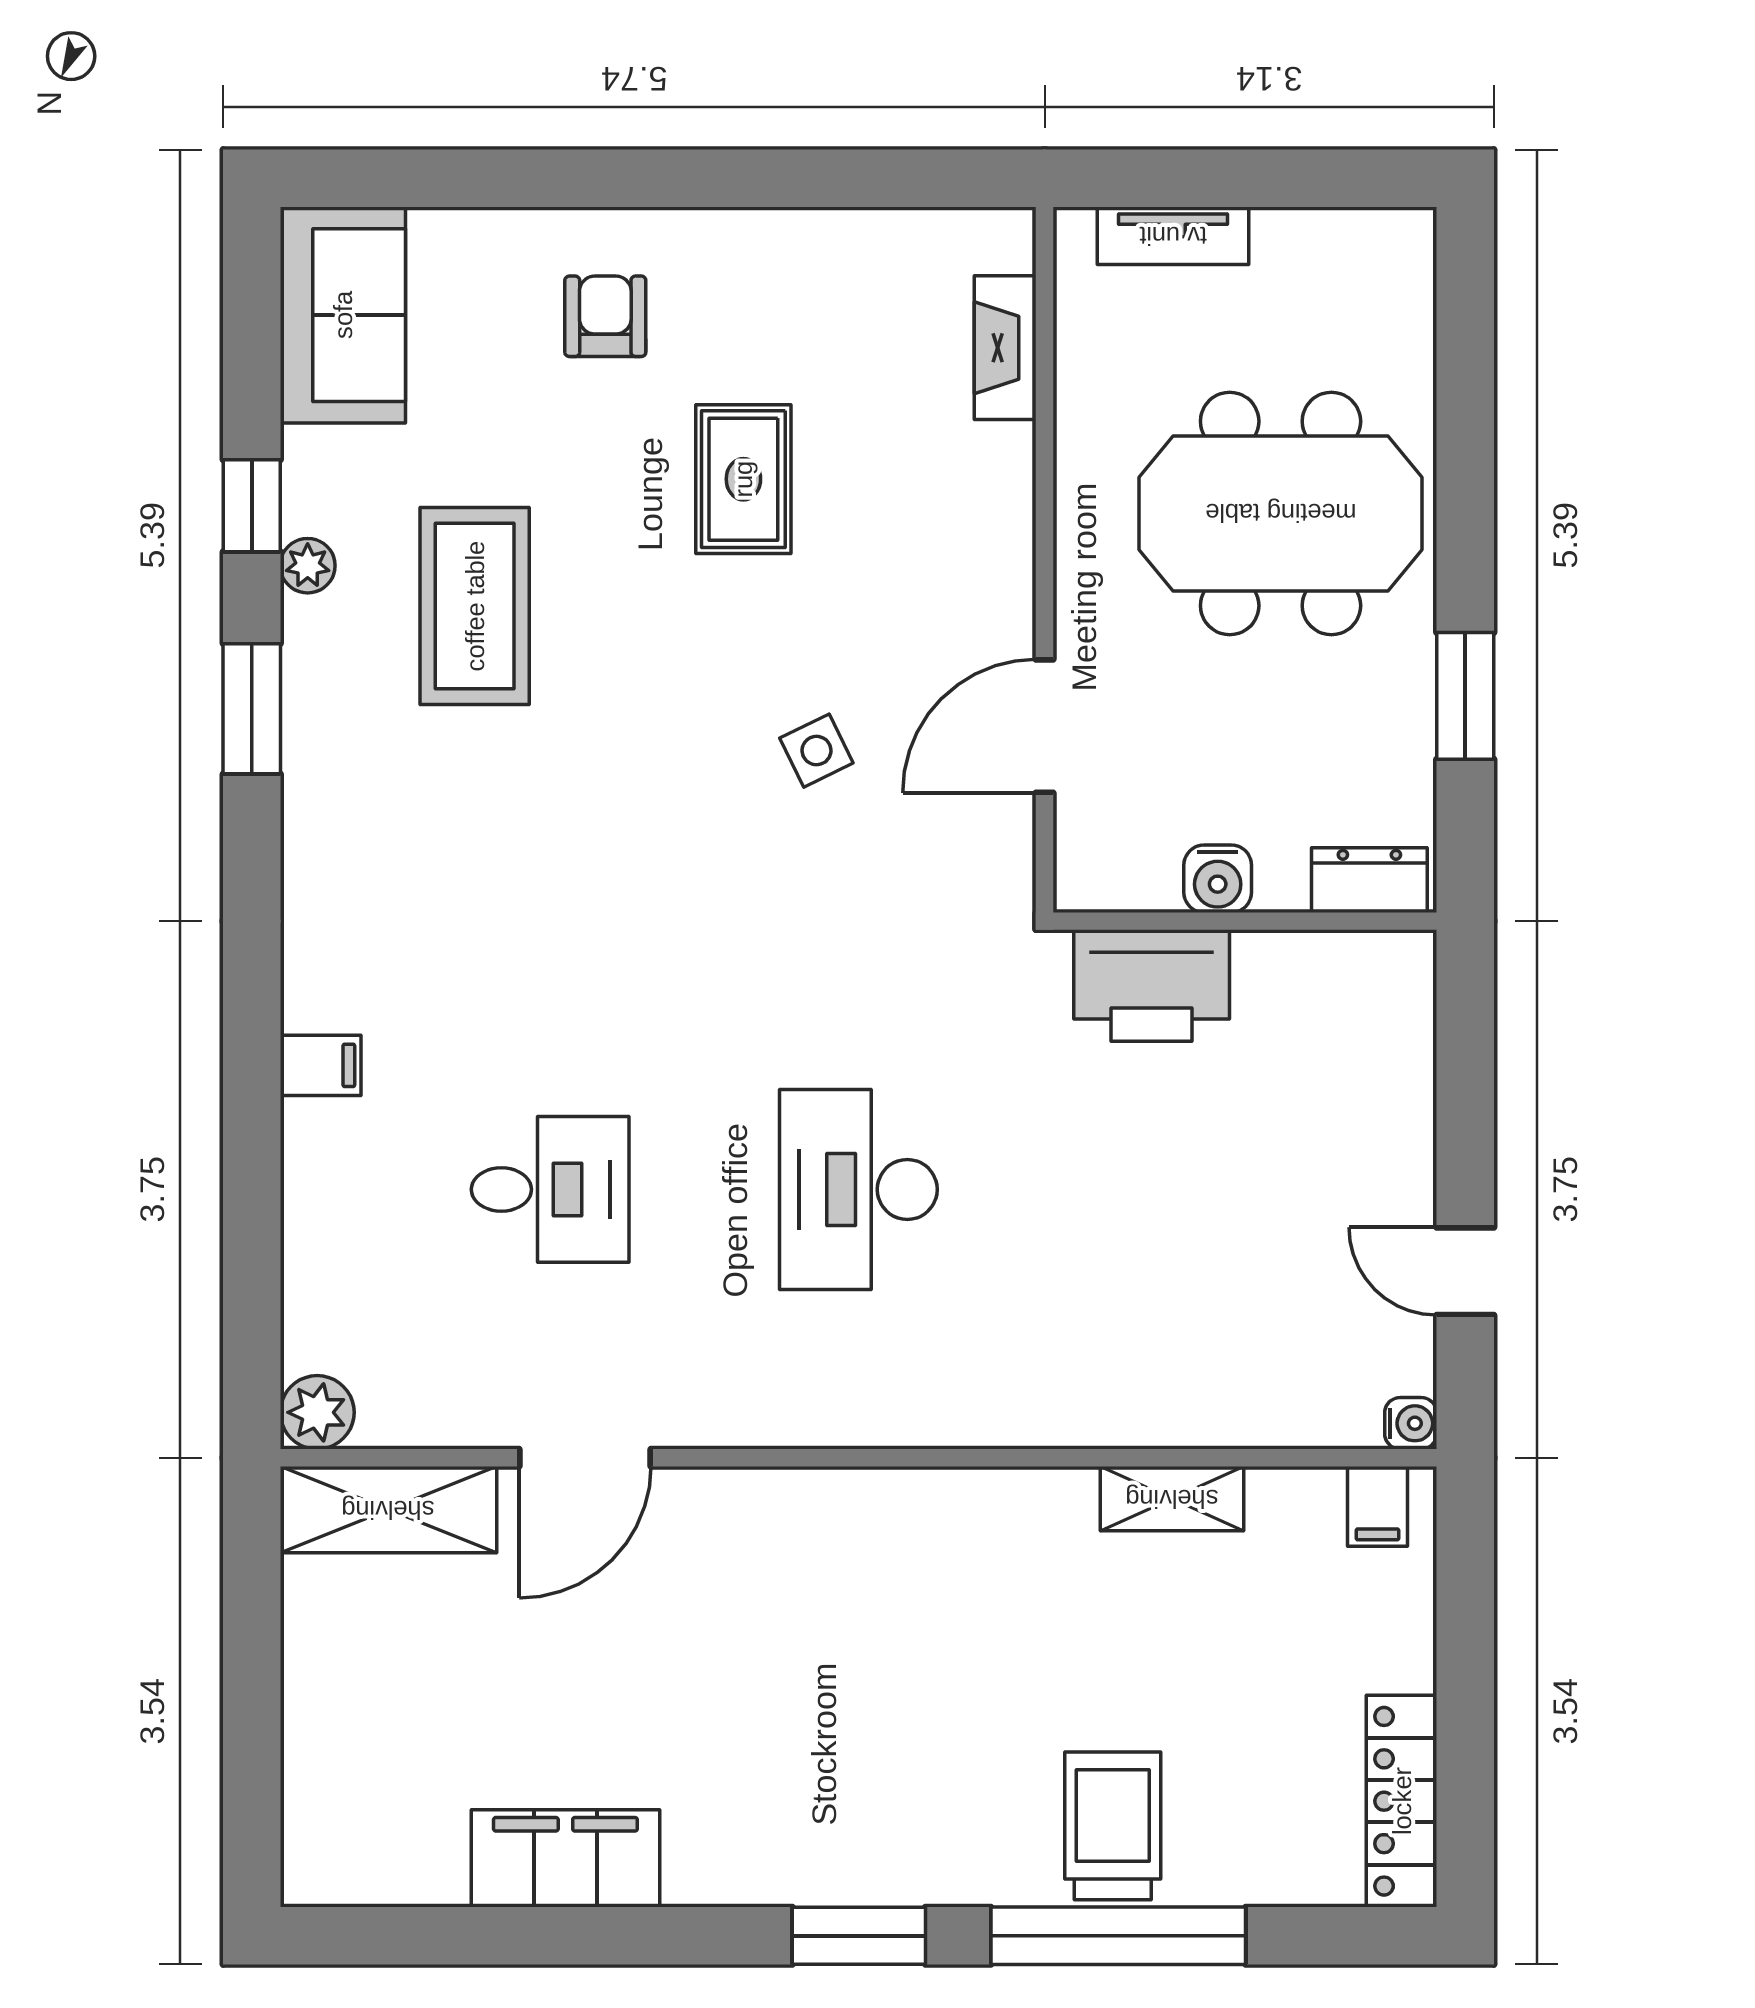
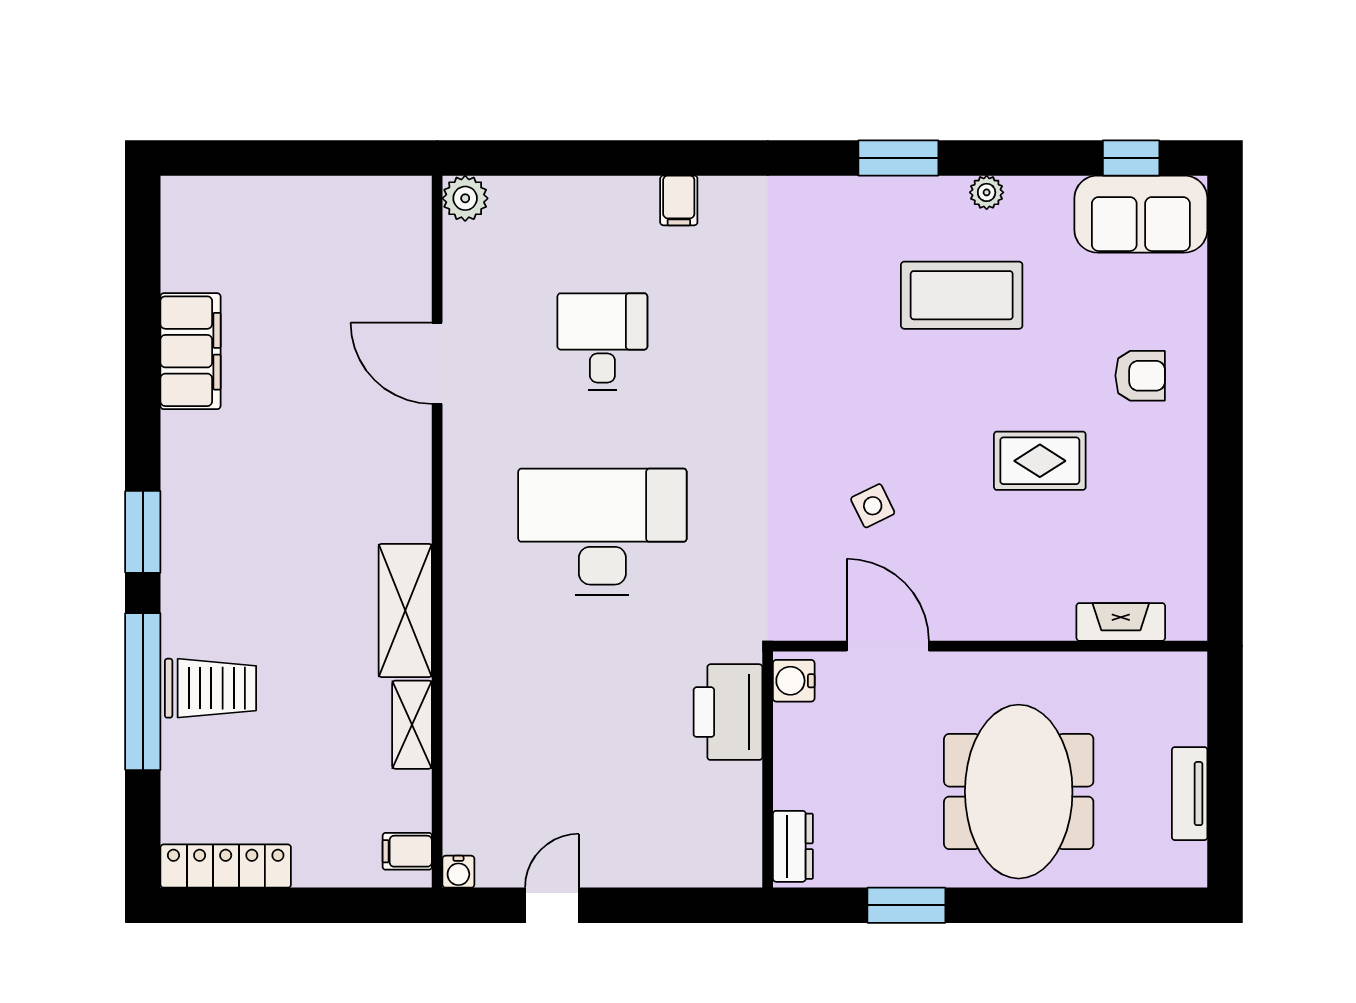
tv unit: (1173, 236) -> (1190, 794), moved
window: (252, 506) -> (1131, 158), moved
water cooler: (1218, 879) -> (794, 681), moved
desk: (550, 1189) -> (602, 342), turned 180
desk: (858, 1189) -> (602, 532), width x1.36, depth x1.30
shelving: (388, 1510) -> (405, 610), moved

